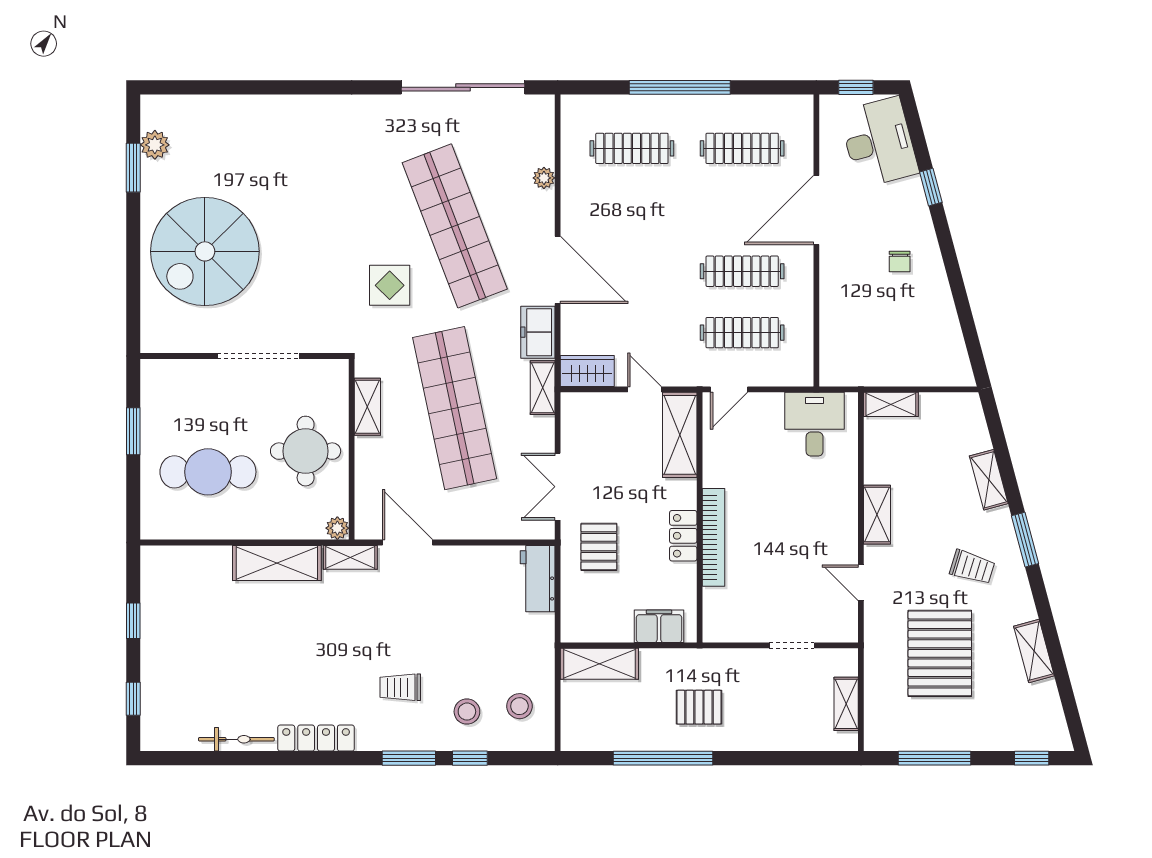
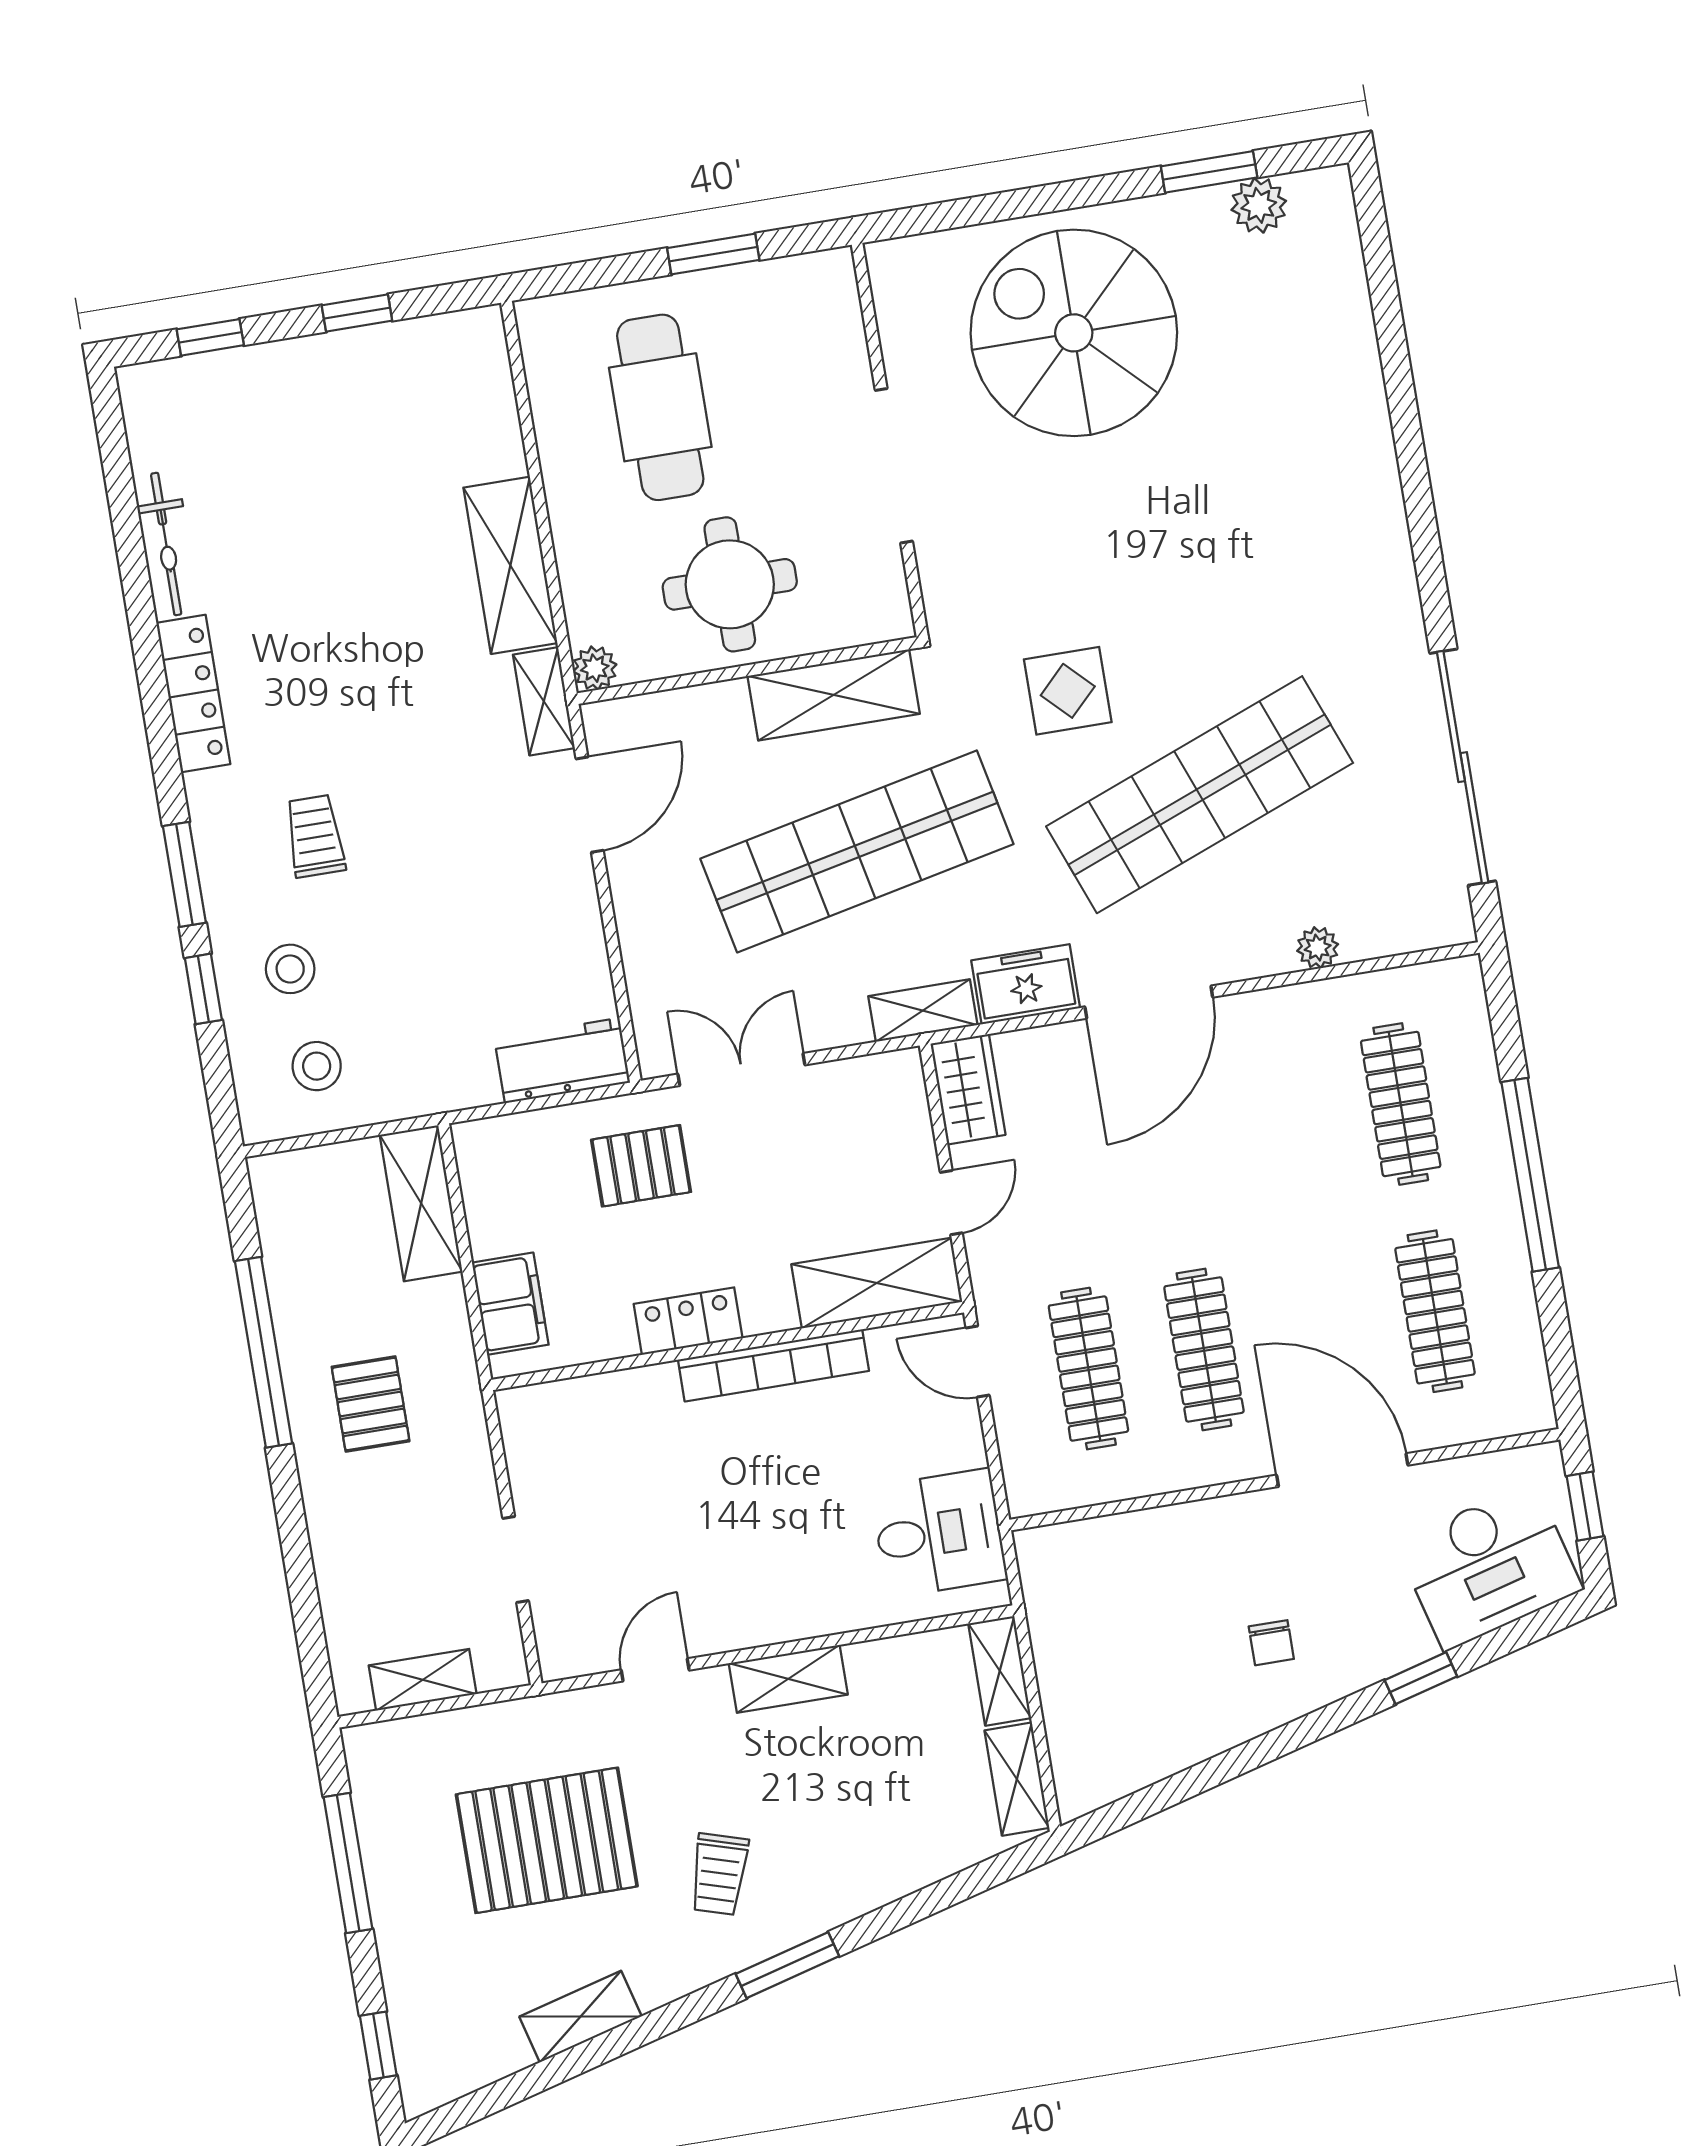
chair: (900, 262) -> (1271, 1643), turned -90
shelving: (367, 407) -> (834, 695), width x1.50, depth x1.33
shelving: (989, 480) -> (1017, 1779), moved, turned -75
bookcase: (713, 537) -> (773, 1365), moved

